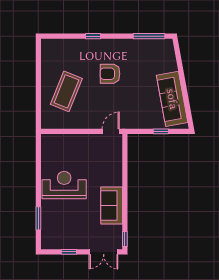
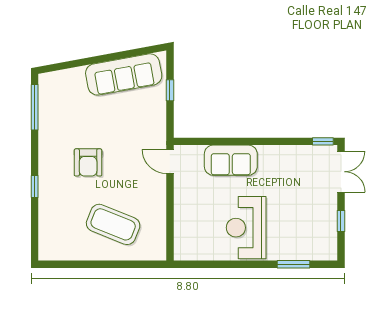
sofa: (112, 206) -> (231, 160), moved

